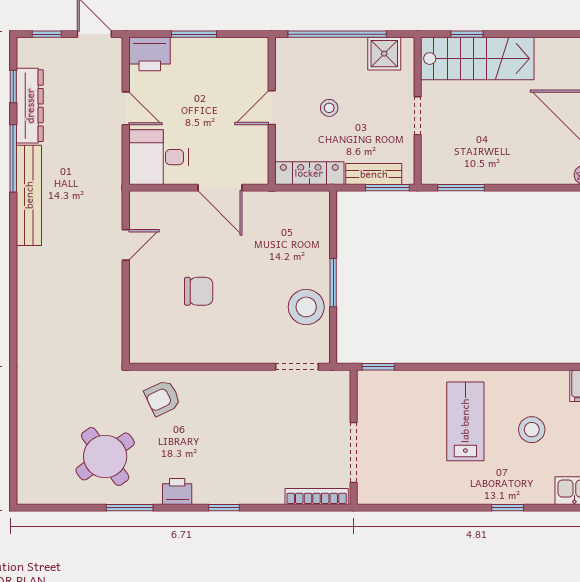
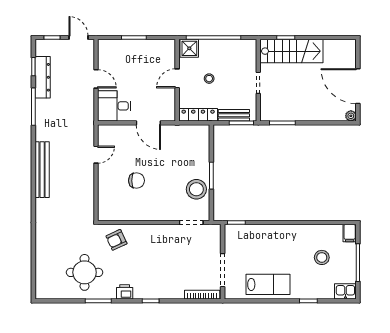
printer: (150, 54) -> (109, 49), removed
shower: (384, 54) -> (189, 48), moved
bench: (29, 195) -> (42, 170), moved
lab bench: (465, 421) -> (268, 284), moved, turned 90
round table: (105, 456) -> (85, 272), turned 36

